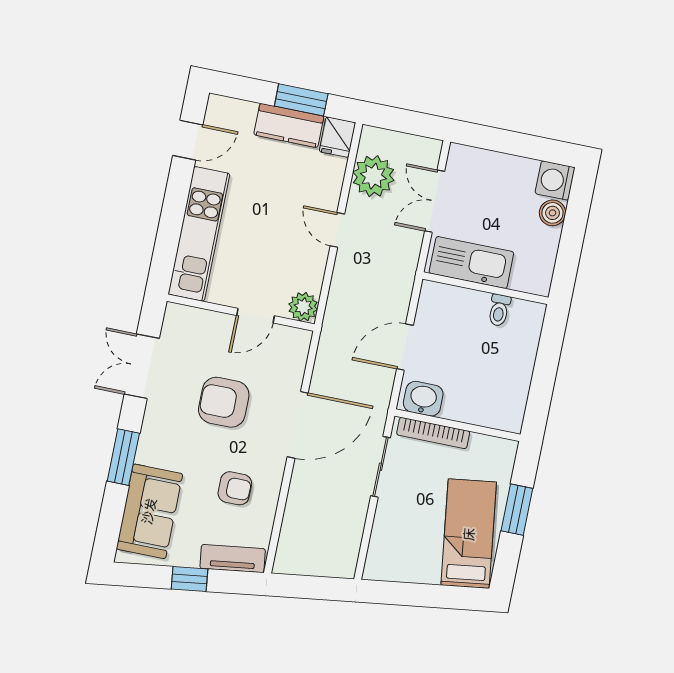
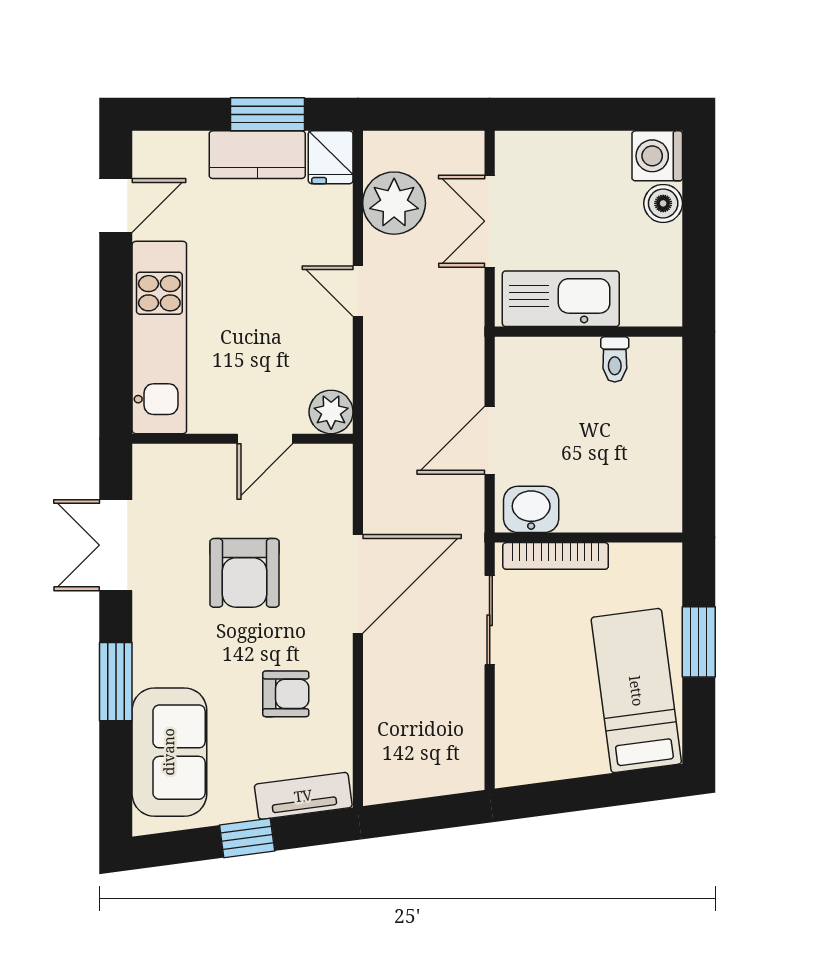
armchair: (224, 402) -> (245, 573), turned -90

